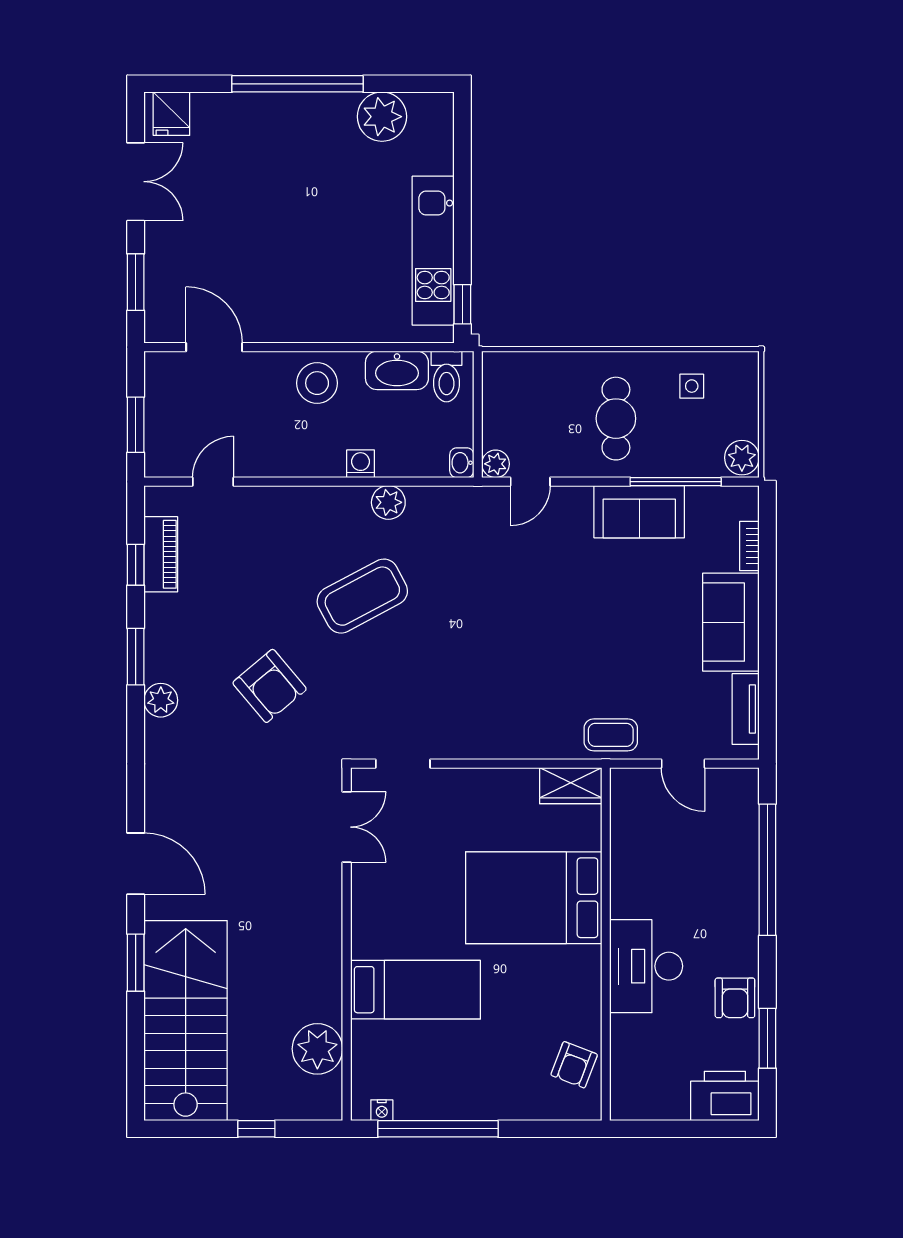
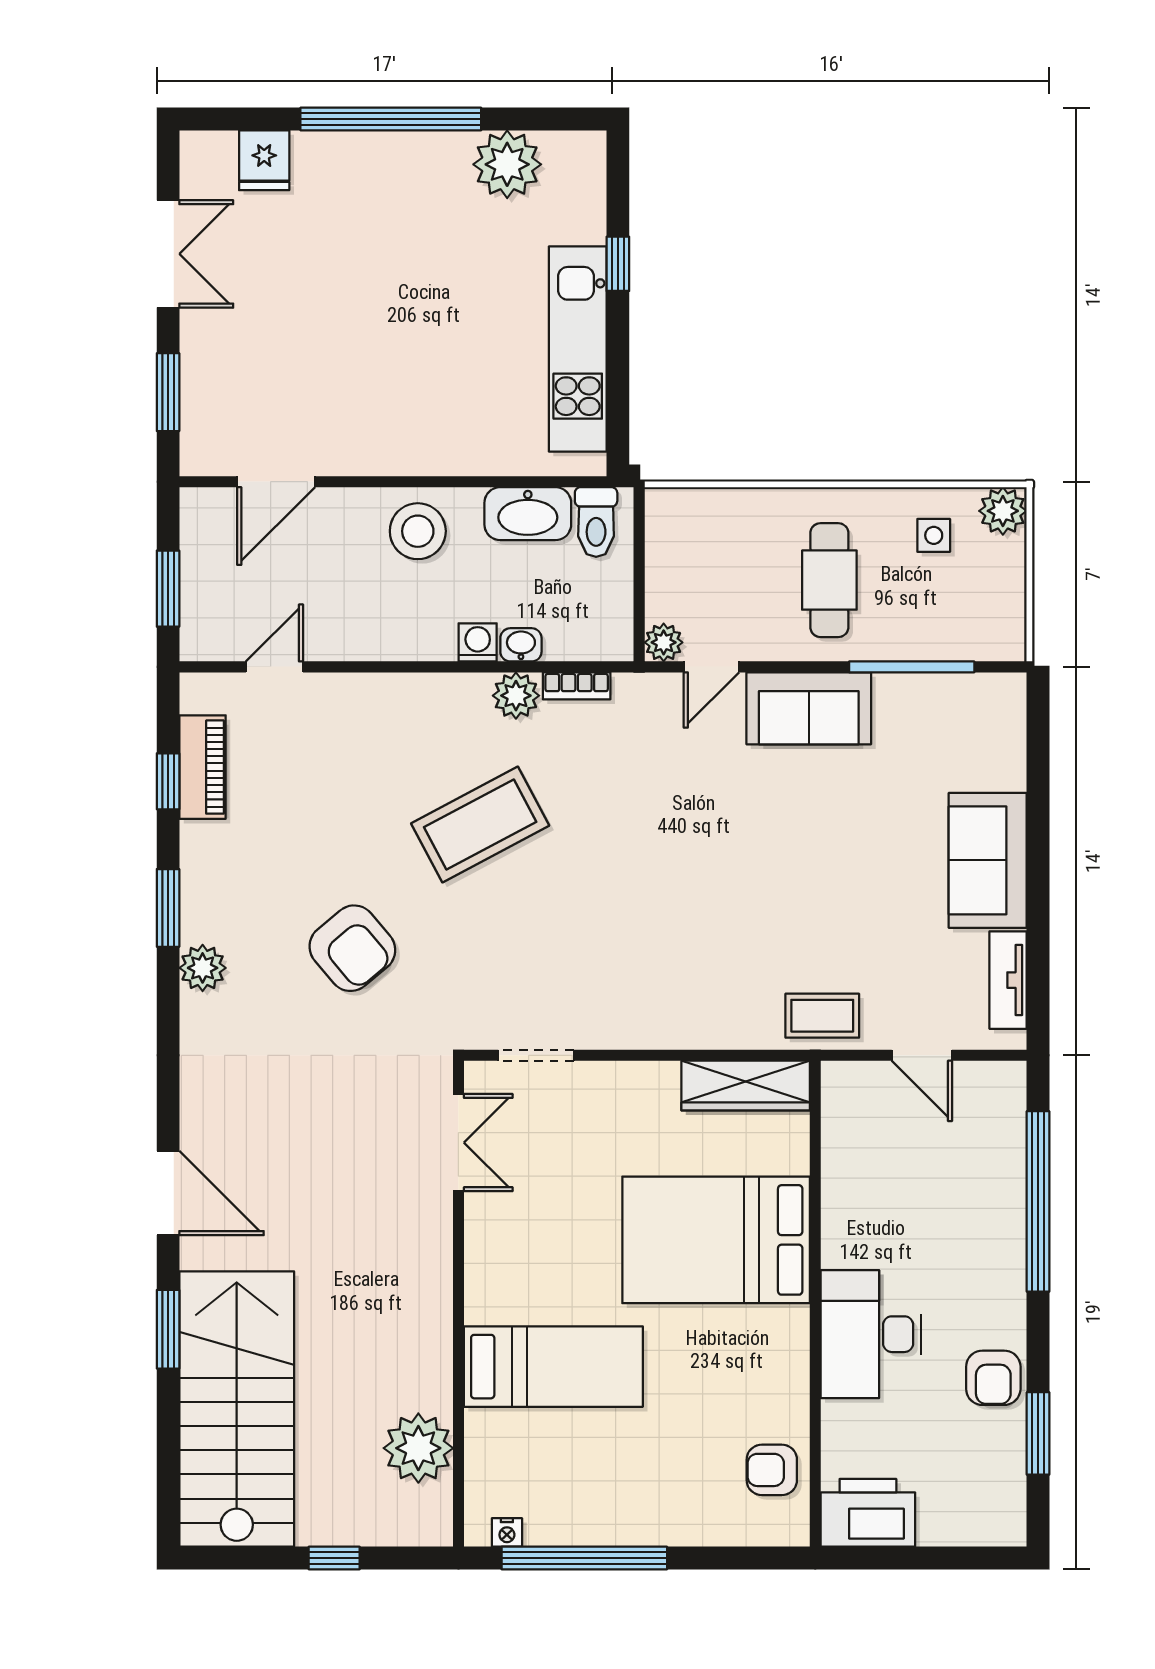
fridge: (171, 114) -> (264, 160), moved
window: (462, 304) -> (618, 264), moved
door: (214, 347) -> (276, 482), swing flipped
plant: (742, 458) -> (1003, 511), moved
washbasin: (462, 463) -> (521, 645), moved, turned 90
sofa: (639, 512) -> (809, 708), moved
bookcase: (749, 546) -> (577, 686), moved, turned -90
wardrobe: (571, 786) -> (746, 1086), width x1.50
armchair: (574, 1065) -> (772, 1470), turned 69
printer: (725, 1096) -> (868, 1513), moved

